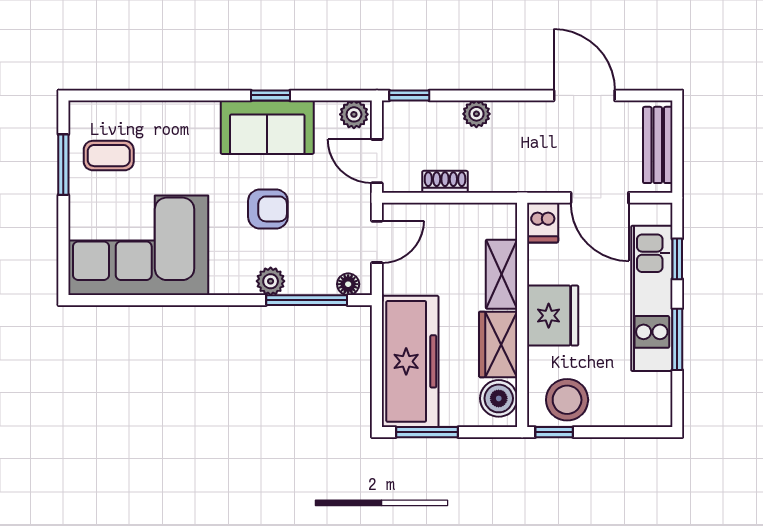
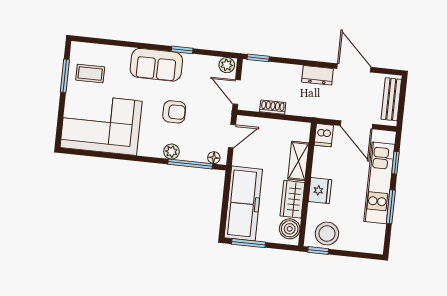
plant: (476, 114) -> (294, 72), removed
dresser: (520, 116) -> (317, 75), added
sofa: (267, 127) -> (156, 65), moved
fridge: (553, 316) -> (320, 191), width x0.73, depth x0.75

